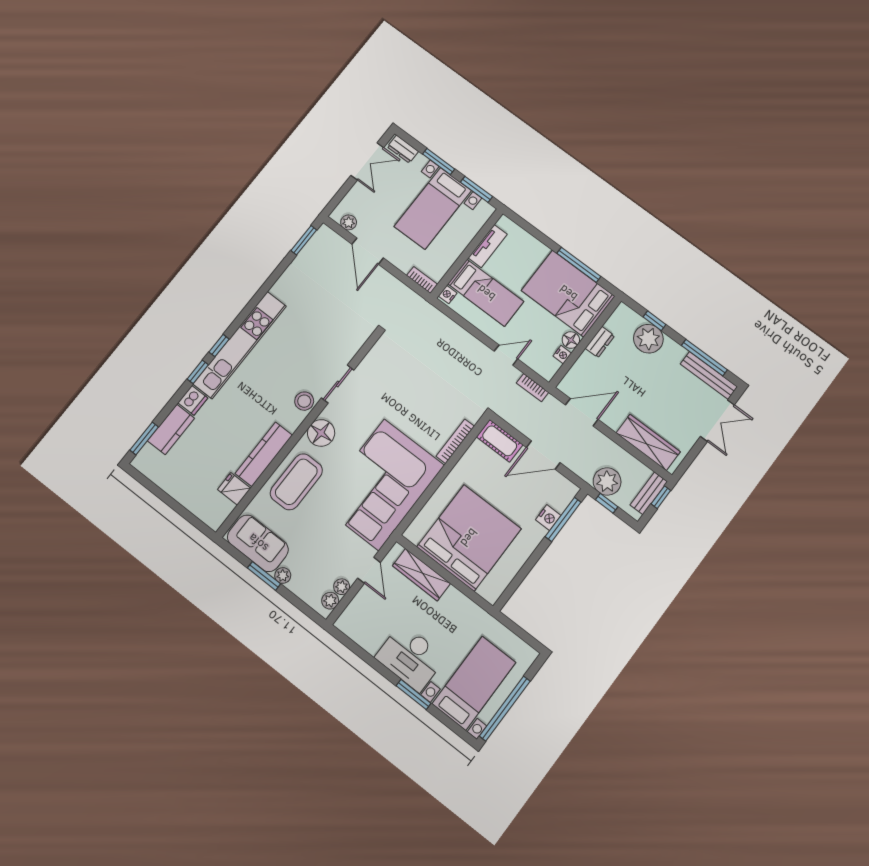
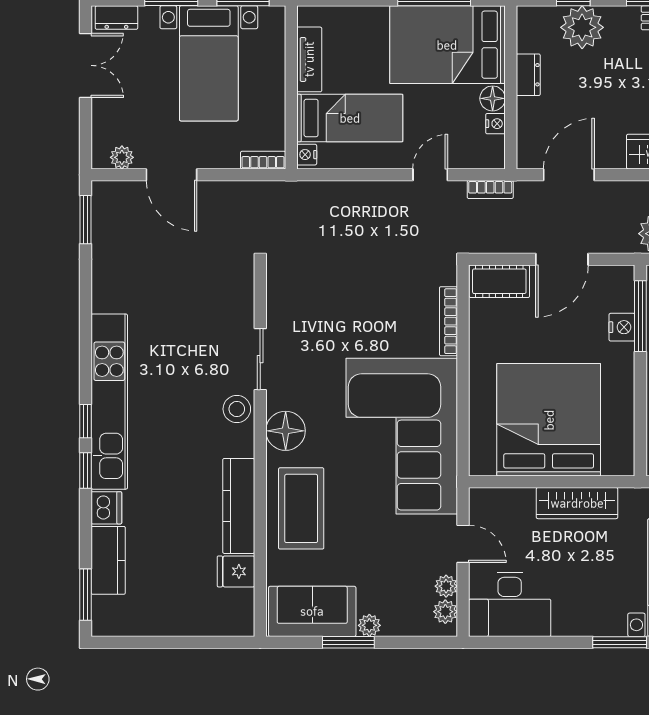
wardrobe: (421, 575) -> (577, 503), moved
desk: (410, 657) -> (510, 604), moved

